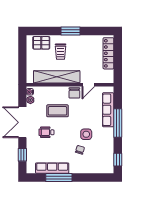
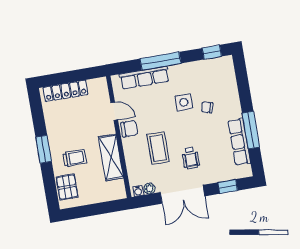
shelving: (57, 77) -> (111, 157), width x0.68

